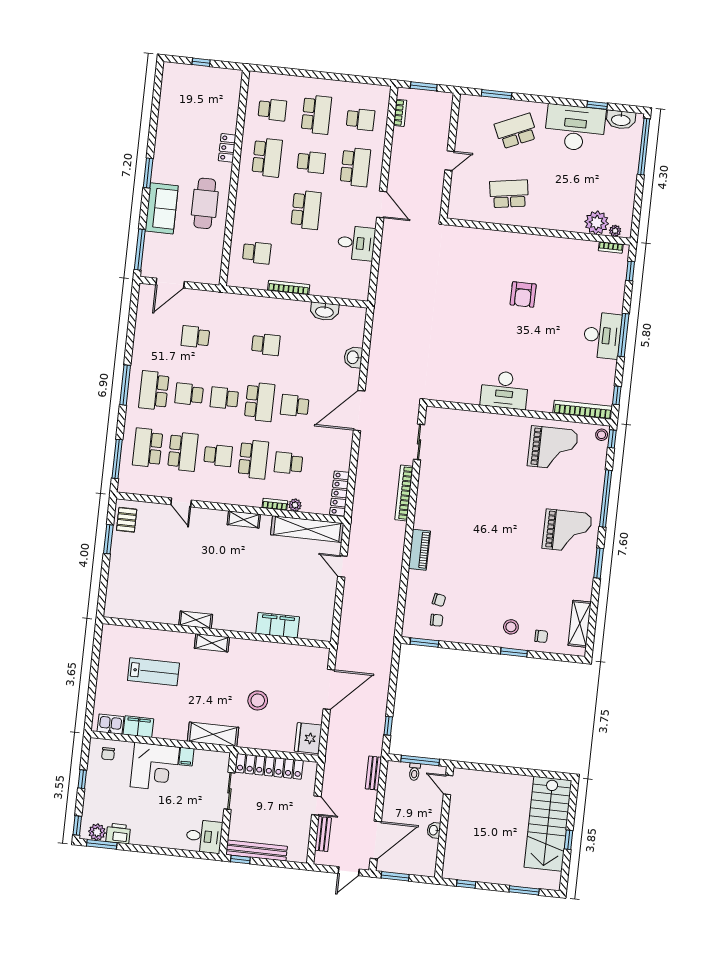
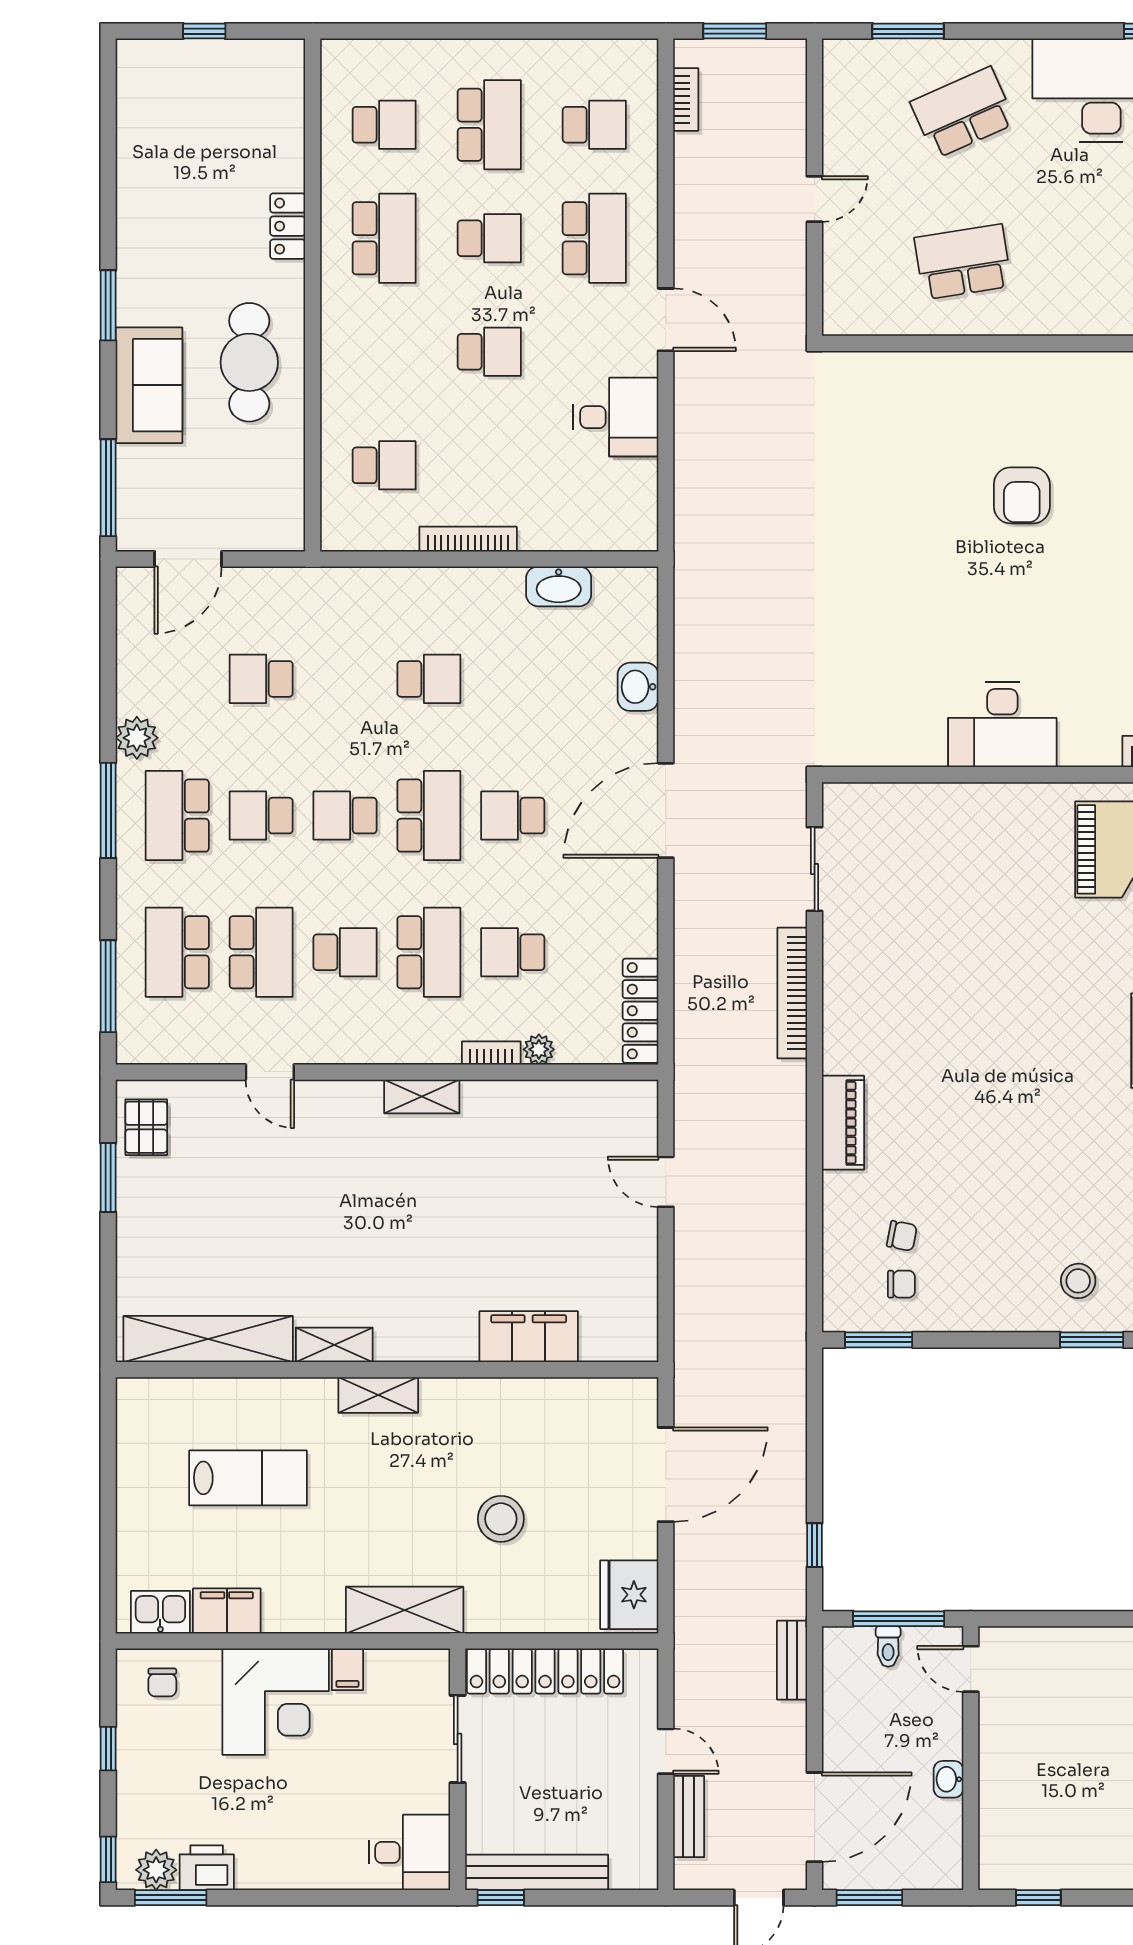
school desk: (306, 210) -> (489, 352), width x0.54
plant: (140, 356) -> (137, 738), added
shelving: (307, 529) -> (208, 1339), moved

